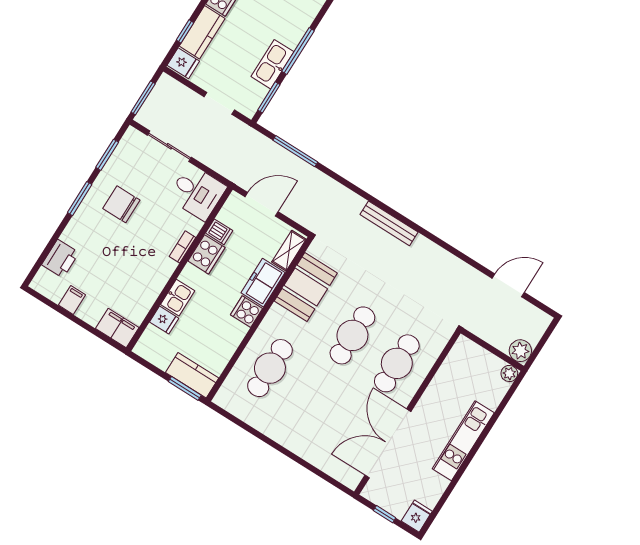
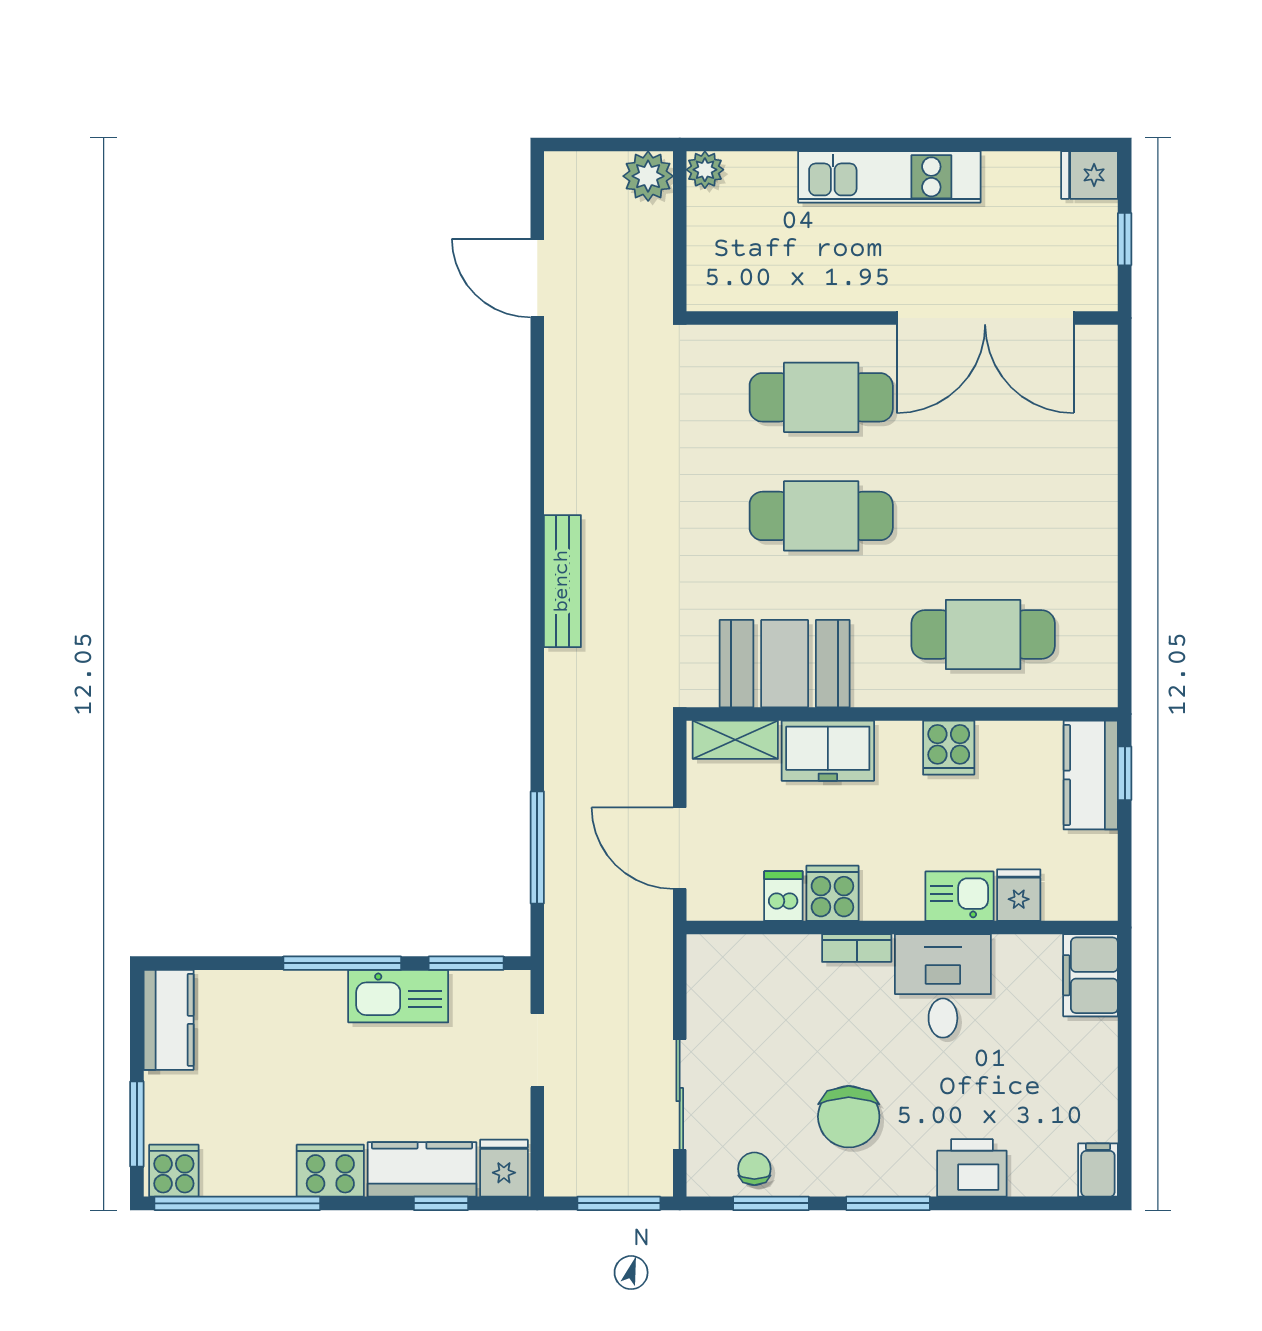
chair: (124, 157) -> (754, 1169), added
desk: (197, 192) -> (943, 986), moved
cooker: (206, 254) -> (832, 893), width x0.73
printer: (60, 259) -> (972, 1168), moved
filing cabinet: (72, 300) -> (1098, 1170), moved, turned 90
cooker: (246, 312) -> (949, 748), moved
window: (185, 388) -> (1125, 773), width x0.67

